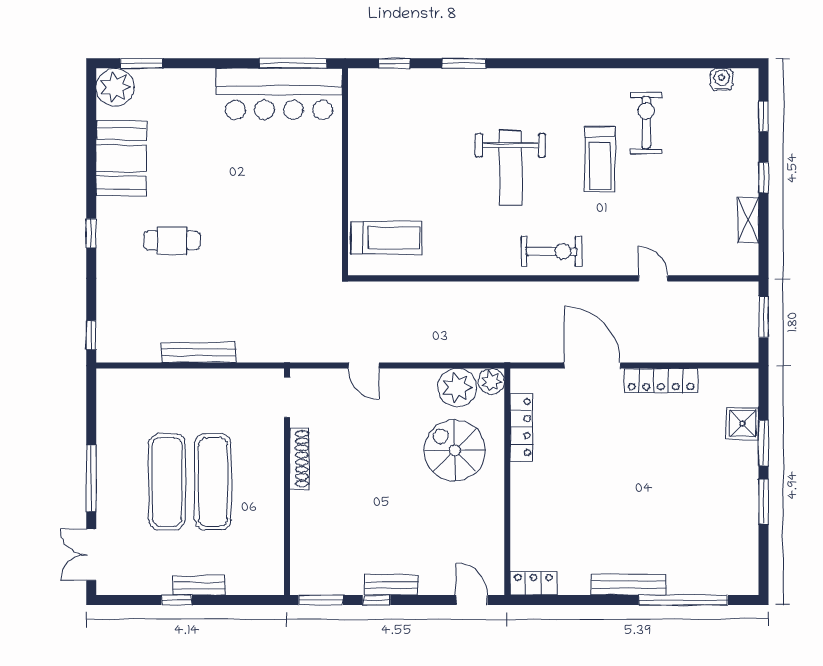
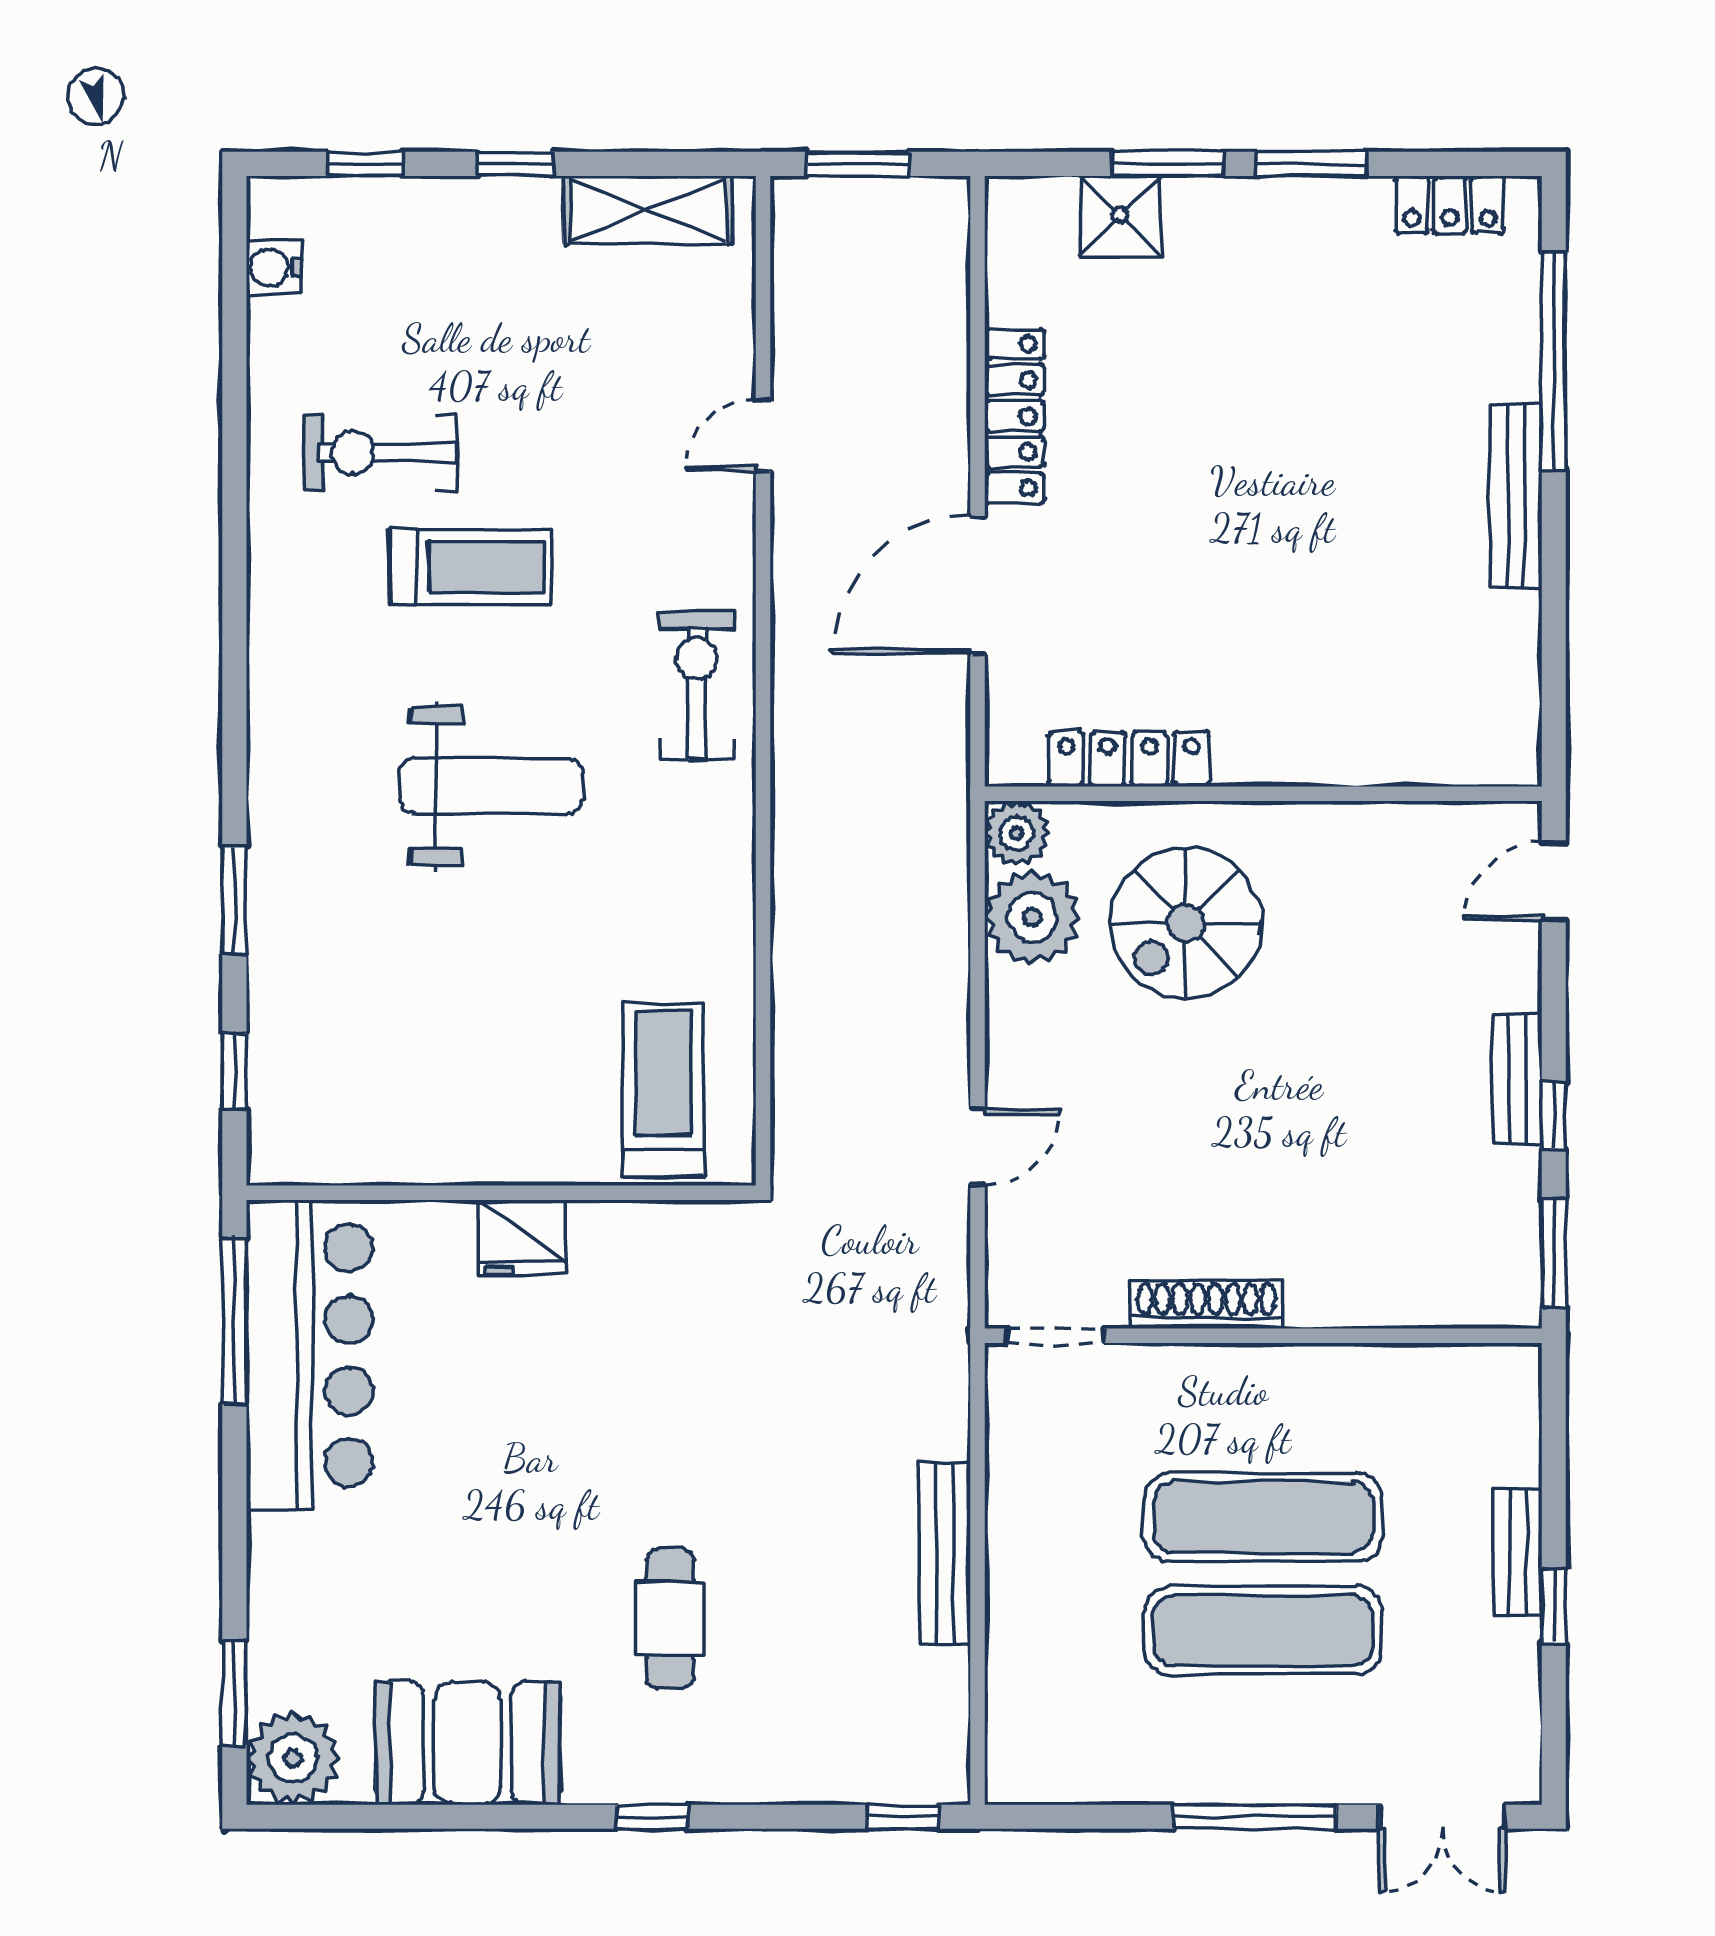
fridge: (327, 181) -> (523, 1238), added
shelving: (748, 220) -> (648, 210), width x1.50, depth x1.33
locker: (533, 583) -> (1450, 205), moved, turned -90

